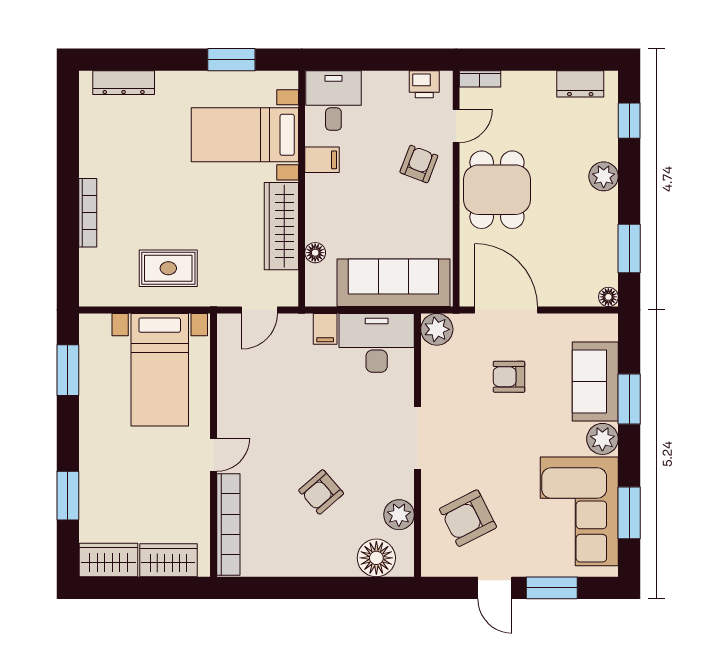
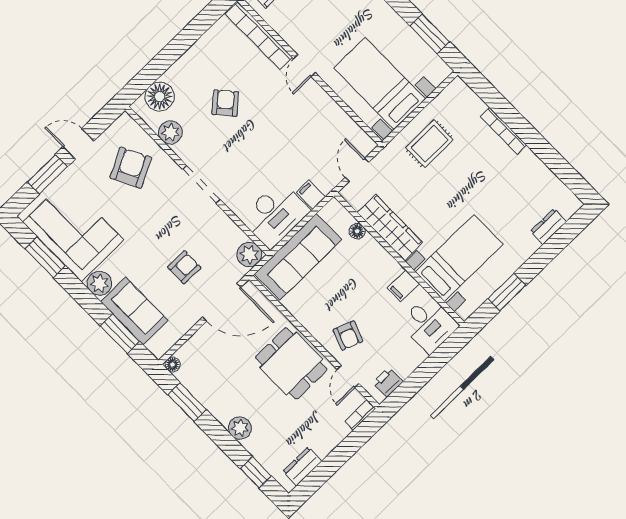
dresser: (124, 83) -> (549, 226), width x0.70
window: (629, 399) -> (120, 334), moved

